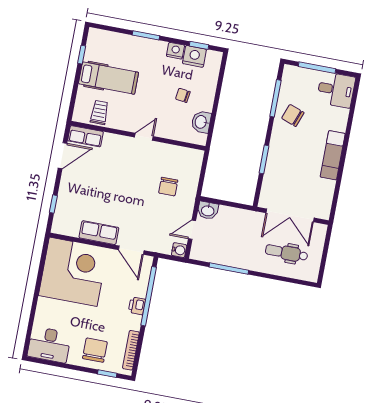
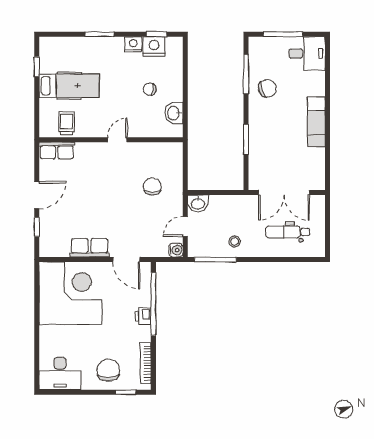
chair: (293, 115) -> (267, 88), turned 141
door: (62, 156) -> (37, 195), moved
chair: (168, 187) -> (152, 187), turned 180
stool: (235, 252) -> (235, 242), added
window: (229, 269) -> (215, 260), moved

